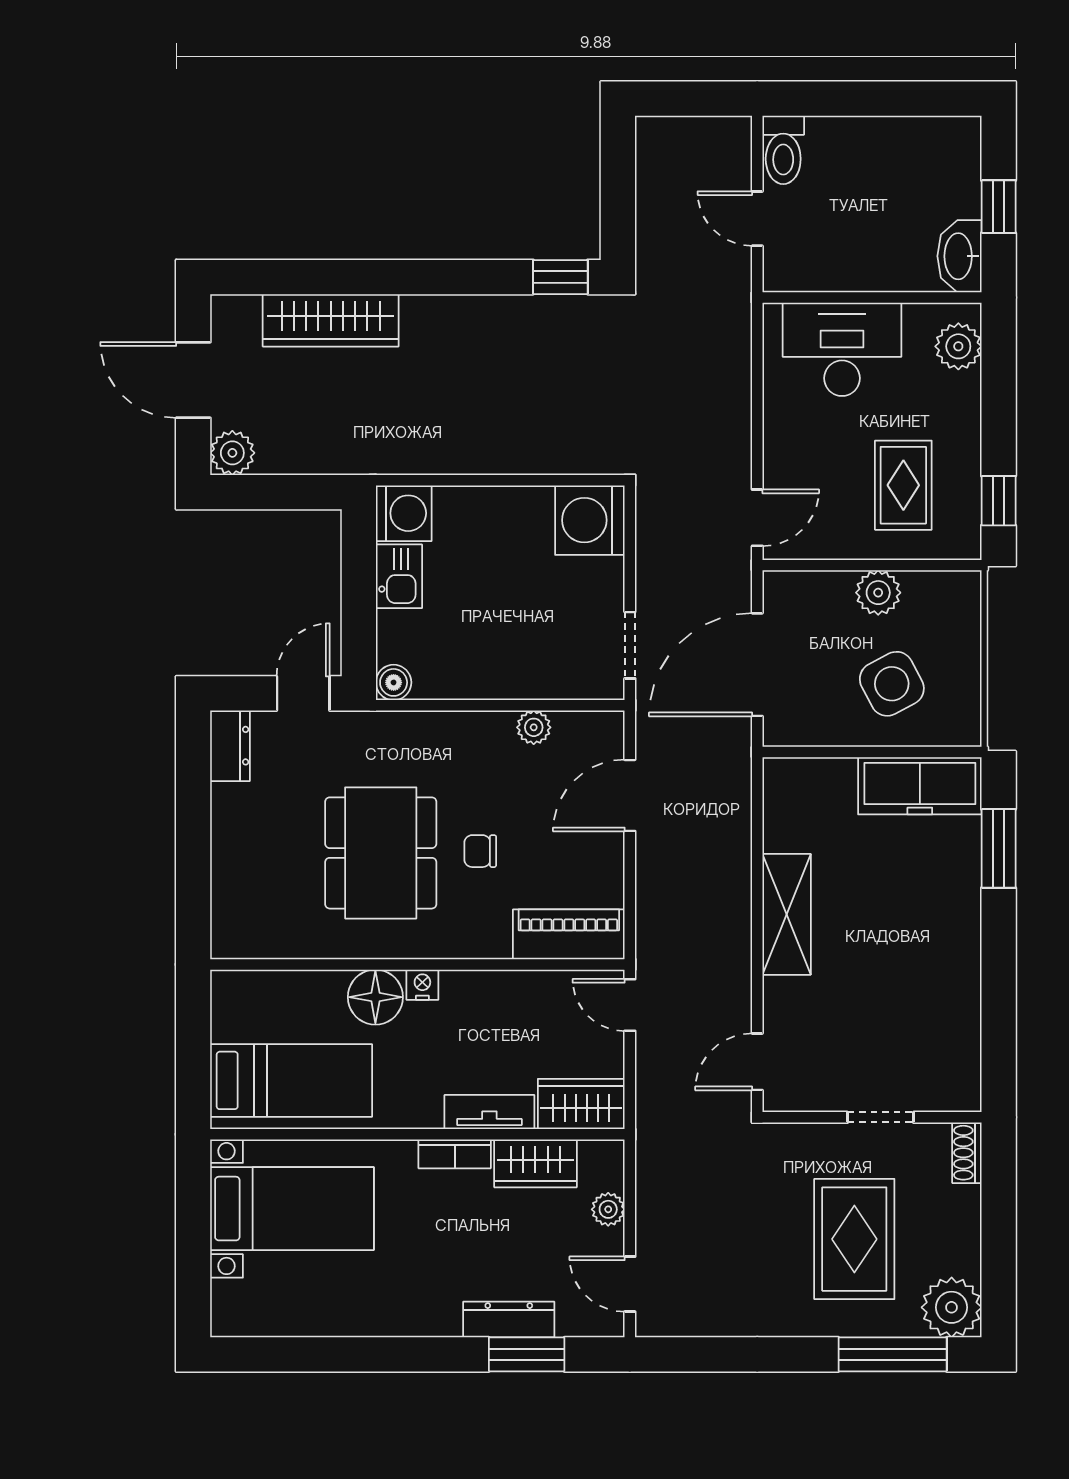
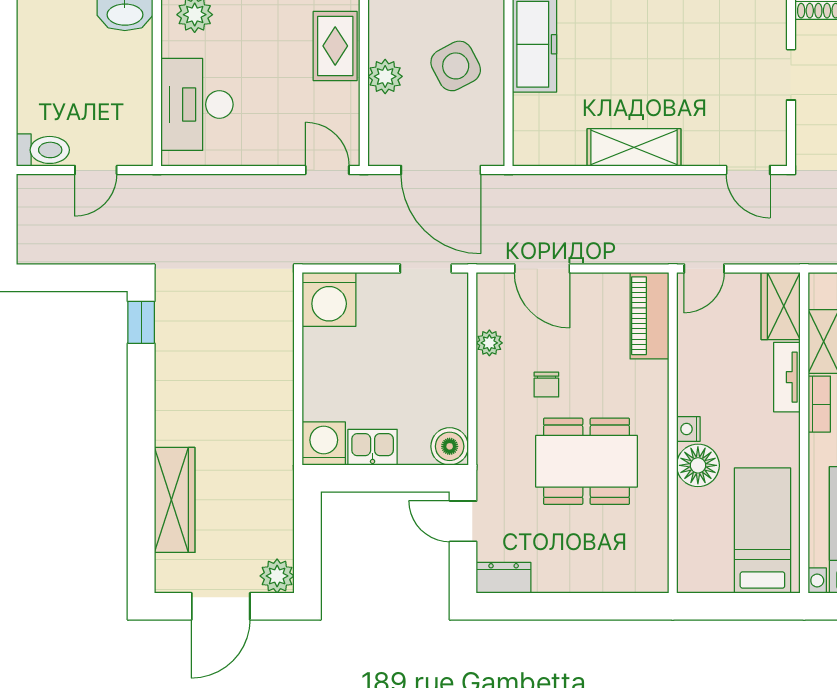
rug: (903, 485) -> (335, 46), moved, turned 90
boiler: (394, 682) -> (450, 446), width x1.36, depth x1.36
chair: (480, 851) -> (546, 385), moved

